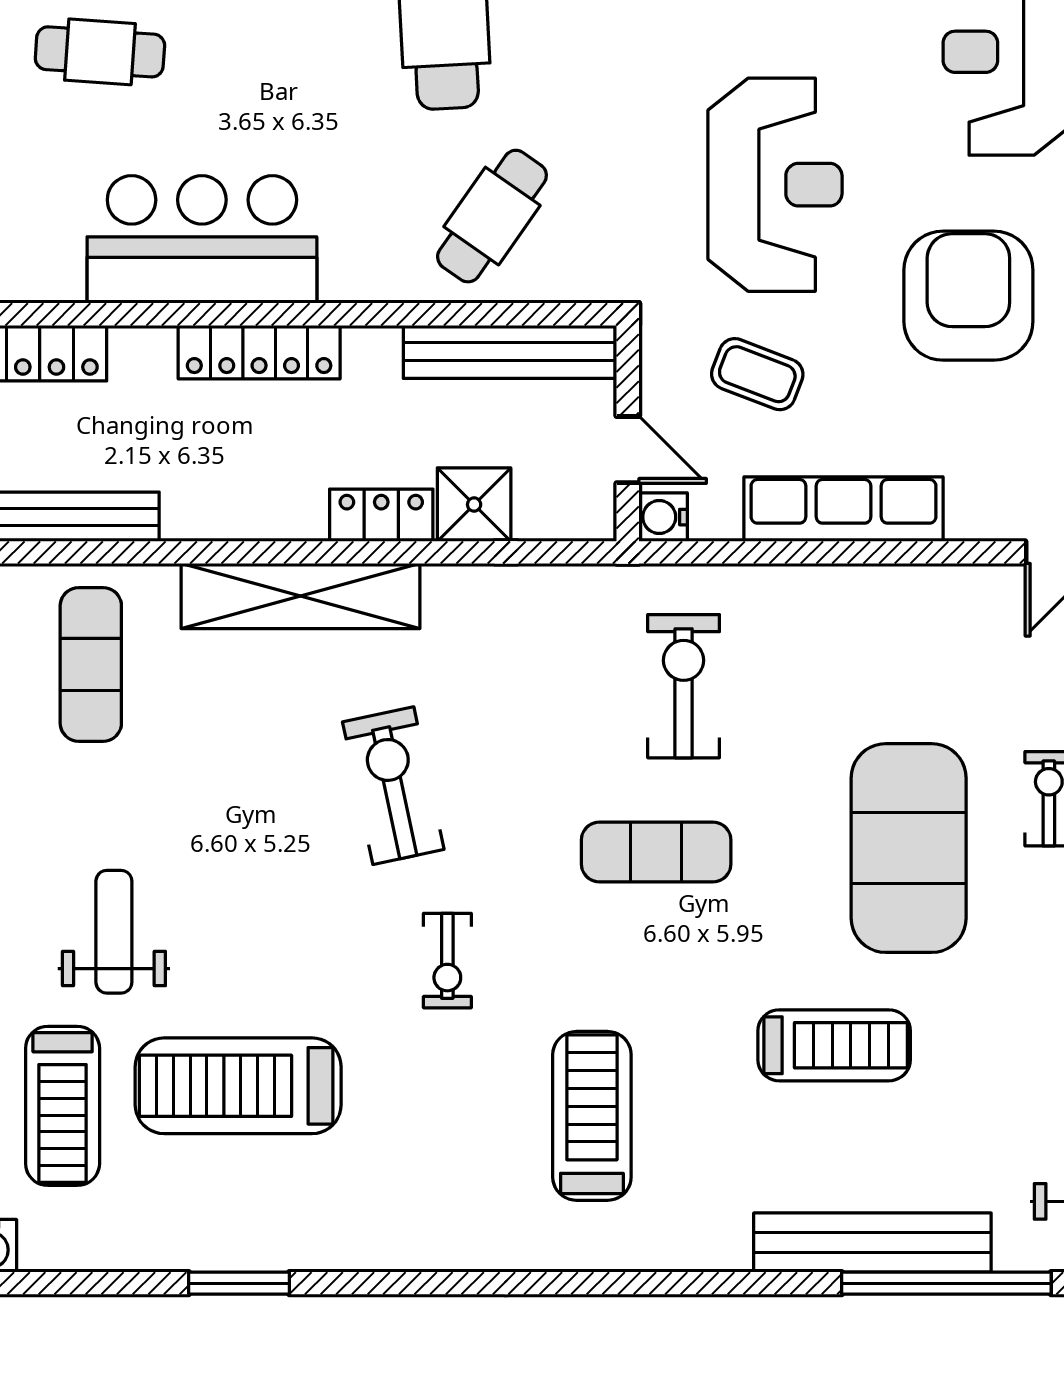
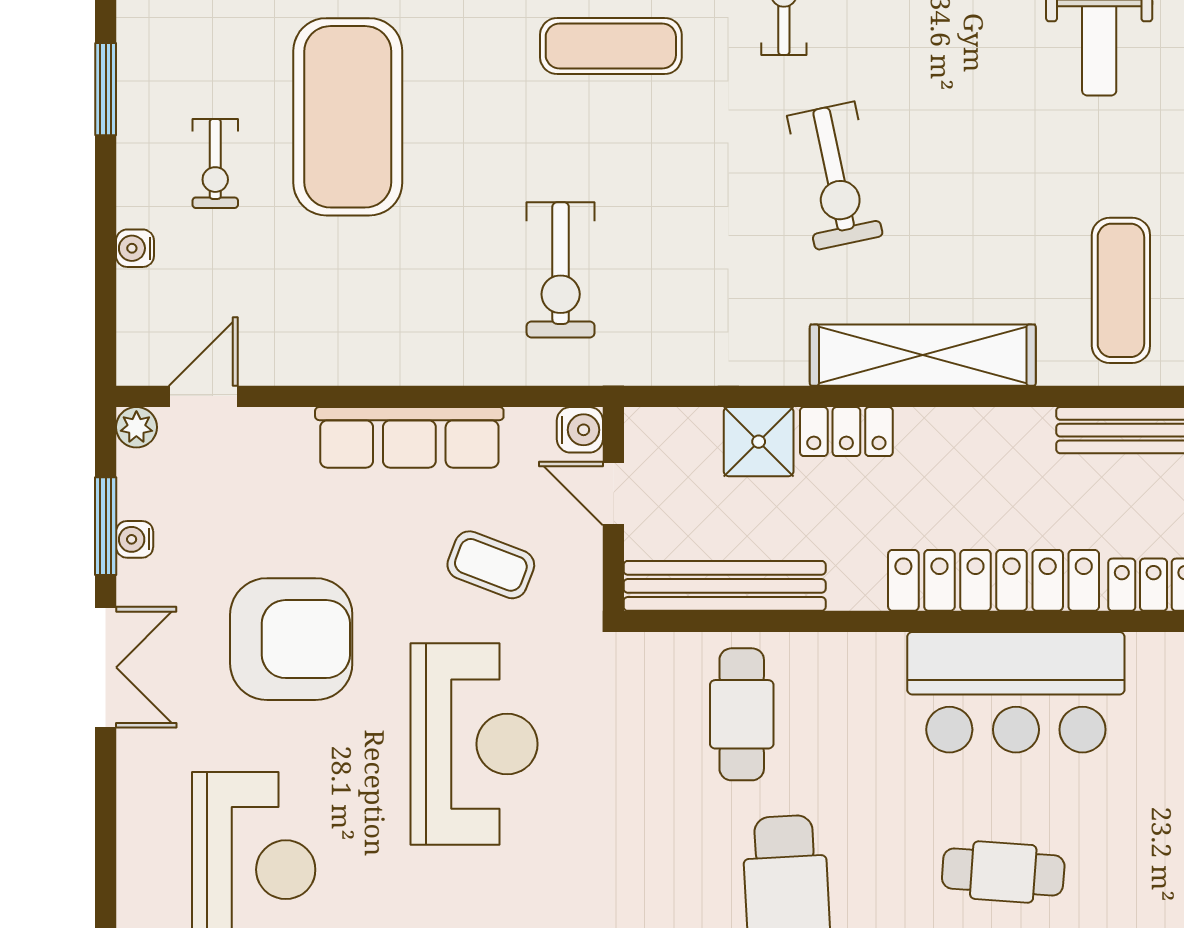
cafe table: (100, 52) -> (1003, 872), moved
reception desk: (775, 185) -> (474, 744), turned 180
cafe table: (492, 216) -> (742, 714), turned -35
armchair: (968, 296) -> (291, 639), turned -90
locker: (259, 352) -> (994, 580), width x1.41, depth x1.21
exercise mat: (656, 852) -> (611, 46), moved

